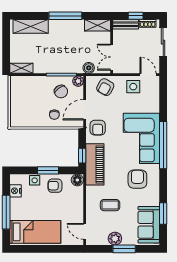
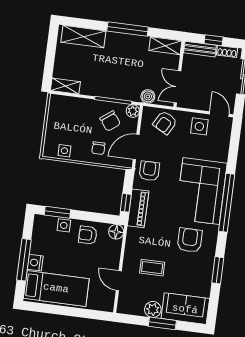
side table: (27, 120) -> (64, 151), added
armchair: (98, 128) -> (149, 171), turned 180
piano: (95, 164) -> (138, 208), width x0.73, depth x0.75
window: (48, 170) -> (57, 212), moved
nightstand: (15, 191) -> (35, 263), moved
window: (163, 214) -> (218, 270), moved
sofa: (149, 225) -> (185, 309), moved, turned 90
door: (85, 231) -> (119, 281), moved

